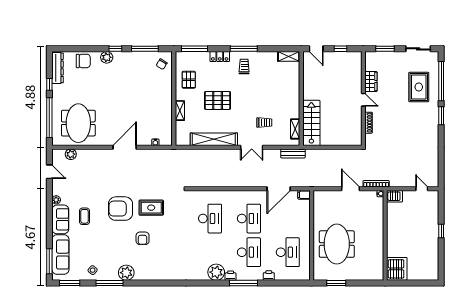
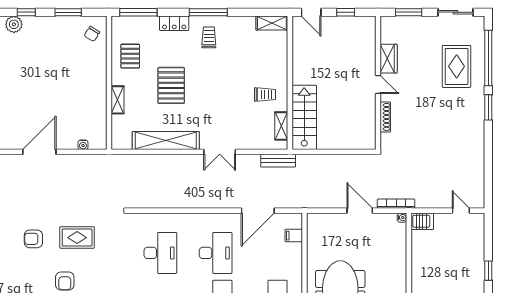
window: (145, 49) -> (68, 12), width x0.69
pallet: (218, 100) -> (171, 85), turned 90
trolley: (264, 123) -> (265, 95), moved
filing cabinet: (304, 195) -> (294, 236), moved
armchair: (120, 209) -> (33, 239), width x0.53, depth x0.53

